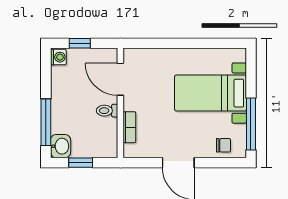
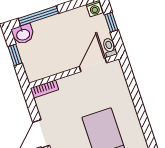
toilet: (107, 111) -> (110, 47), moved
bookcase: (129, 127) -> (44, 89), moved

